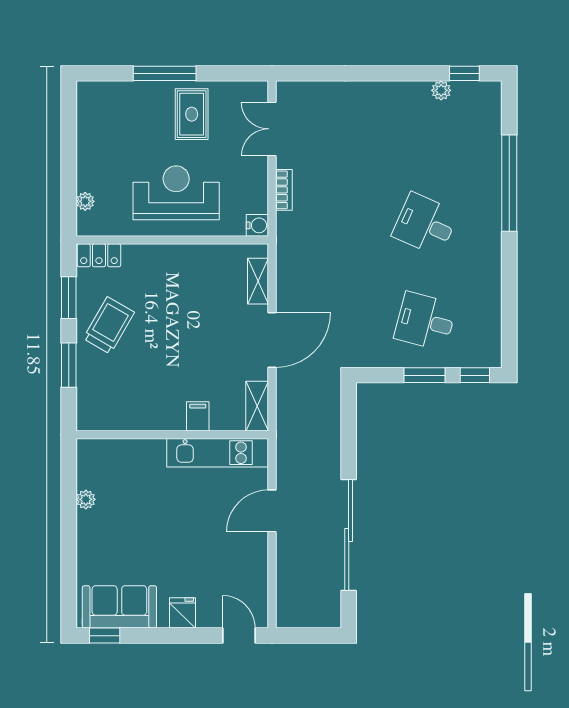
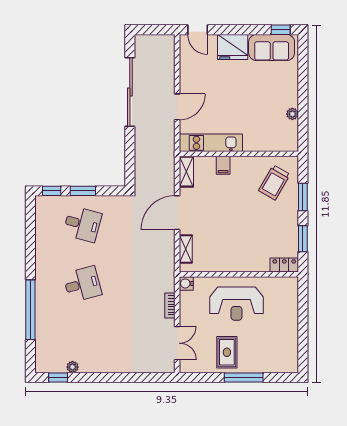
plant: (85, 201) -> (293, 298), removed
desk: (425, 224) -> (82, 284), turned -39
trolley: (109, 325) -> (274, 183), moved
fridge: (183, 613) -> (233, 47), width x1.88, depth x1.34

